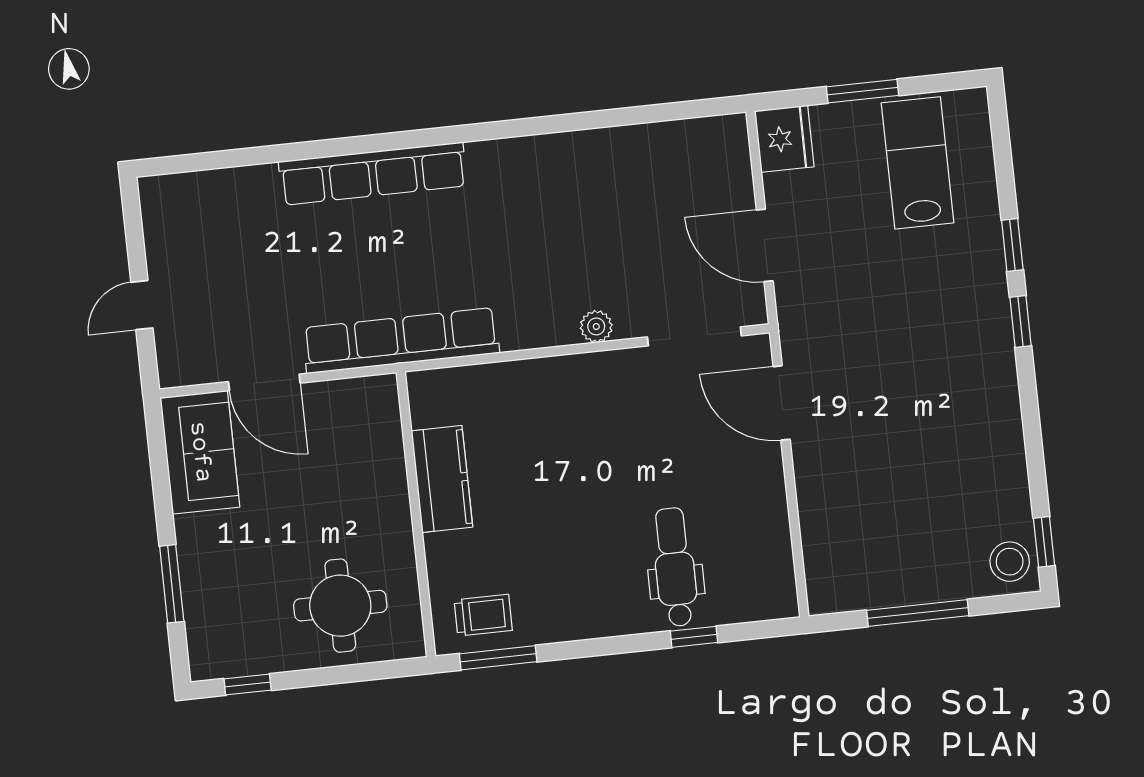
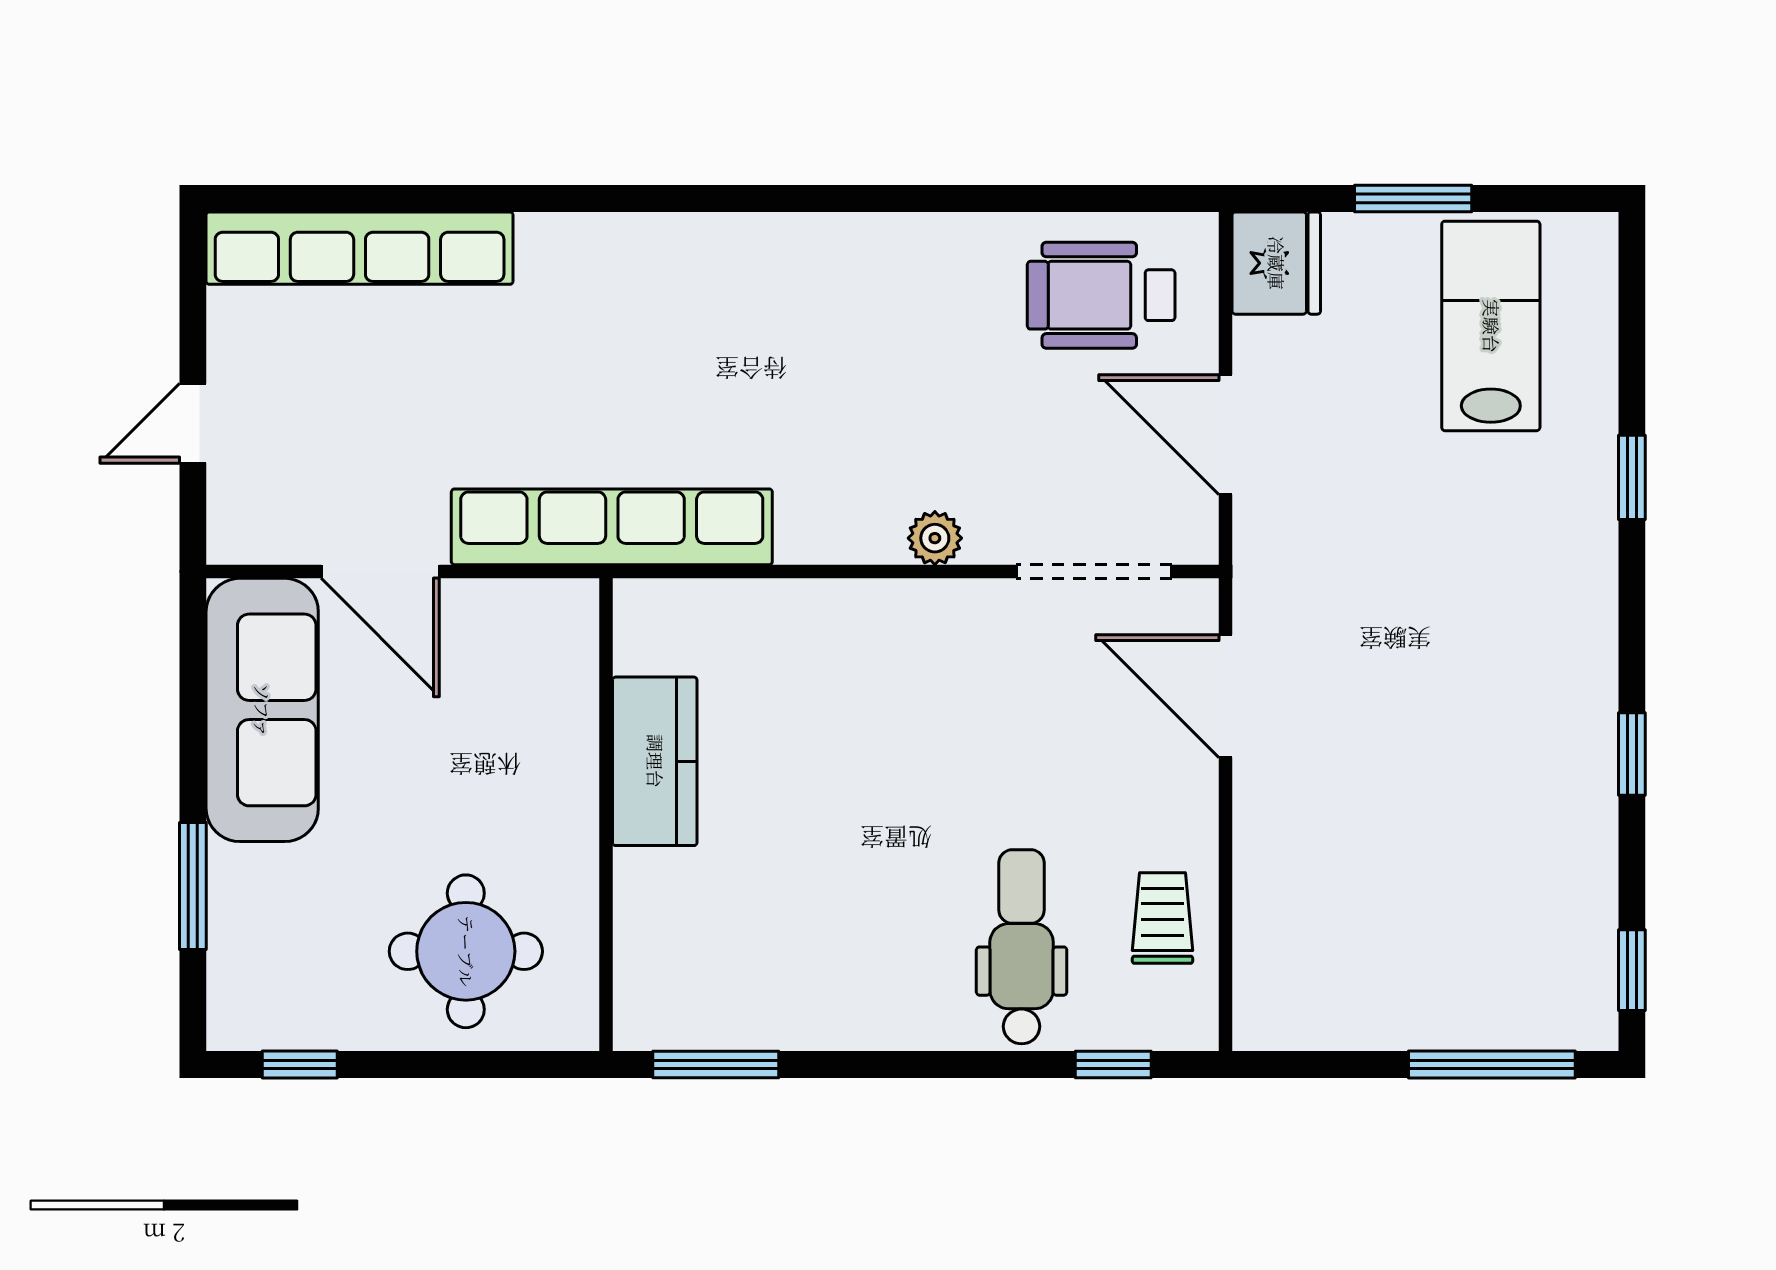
wheelchair: (681, 169) -> (1101, 295), added
row of seats: (373, 174) -> (360, 248), moved
window: (1020, 322) -> (1632, 754), moved
sofa: (200, 452) -> (262, 710), width x1.36
stool: (1010, 562) -> (1572, 996), removed
window: (918, 613) -> (1492, 1065), moved
trolley: (483, 615) -> (1162, 918), moved, turned -90
window: (694, 637) -> (1113, 1065), moved

